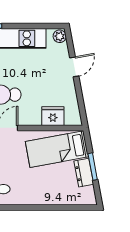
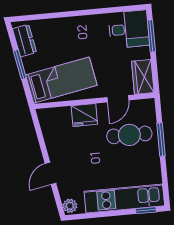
fridge: (53, 116) -> (84, 115), moved
dresser: (84, 173) -> (25, 41), moved

